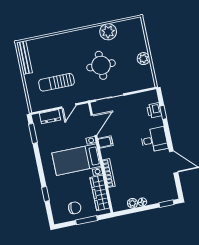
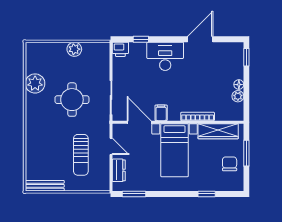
printer: (154, 110) -> (120, 49), moved
desk: (154, 140) -> (165, 56), width x1.37

